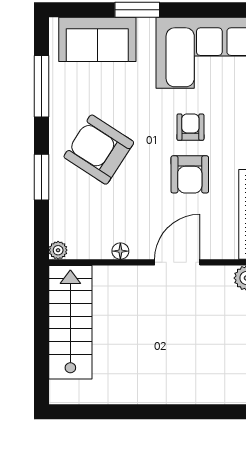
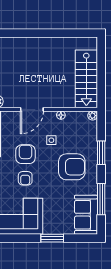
sofa: (97, 39) -> (86, 215), moved, turned -90
armchair: (99, 150) -> (72, 167), turned -33
side table: (139, 202) -> (51, 140), added

